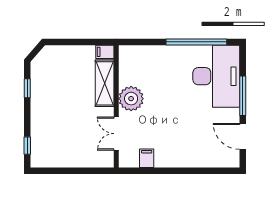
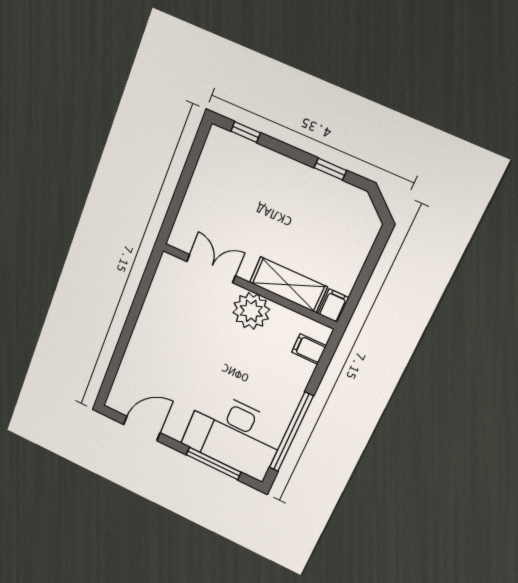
window: (243, 96) -> (214, 463), moved
filing cabinet: (147, 158) -> (309, 349), moved, turned 180

